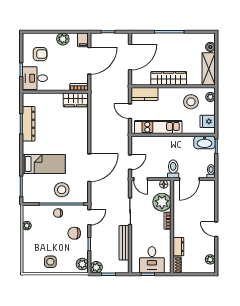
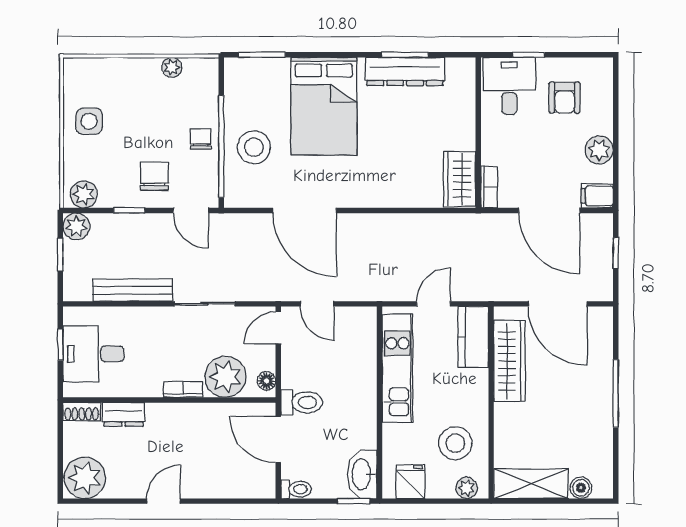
wardrobe: (169, 78) -> (509, 361), moved
bed: (44, 164) -> (324, 106), width x1.50
plant: (210, 259) -> (85, 478), width x1.87, depth x1.87

